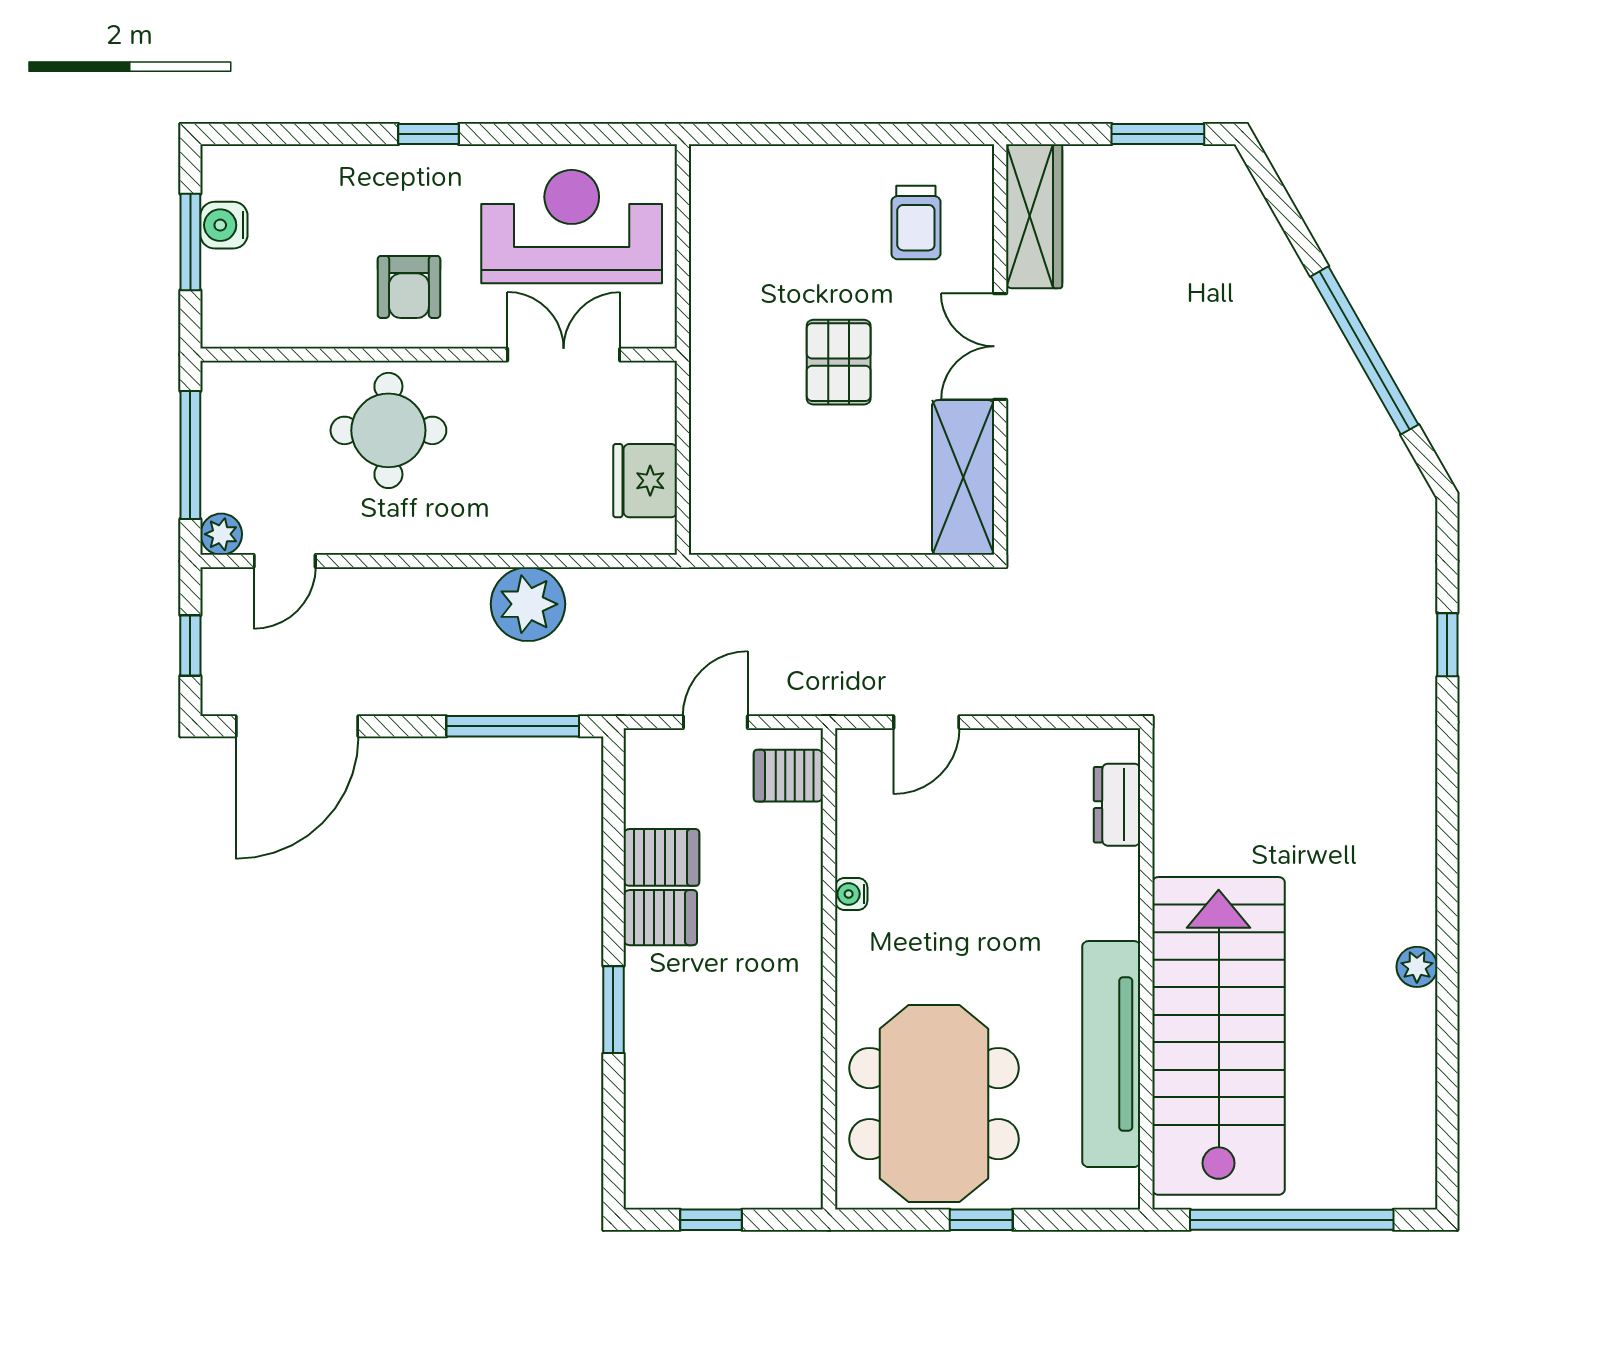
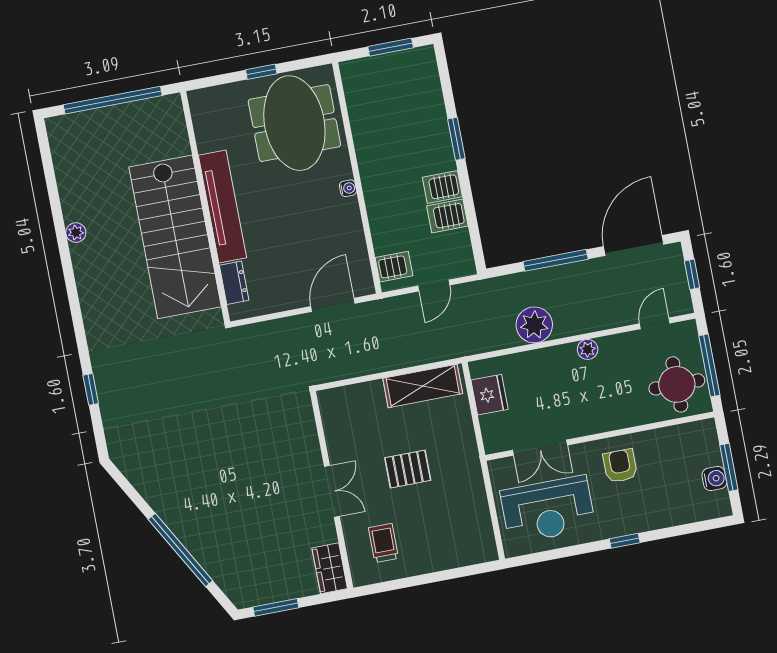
wardrobe: (1034, 216) -> (330, 568), width x0.67
window: (1365, 350) -> (180, 550), moved
pallet: (839, 362) -> (408, 469), turned 90
round table: (388, 430) -> (677, 384), moved
shelving: (963, 477) -> (423, 386), moved, turned 90
plant: (221, 534) -> (588, 349), moved
door: (926, 722) -> (333, 305), width x1.38
window: (513, 726) -> (556, 260), moved
water cooler: (851, 894) -> (348, 188), moved
stairs: (1219, 1036) -> (175, 237), moved
tv unit: (1111, 1054) -> (222, 206), moved
window: (711, 1220) -> (391, 47), width x1.50

